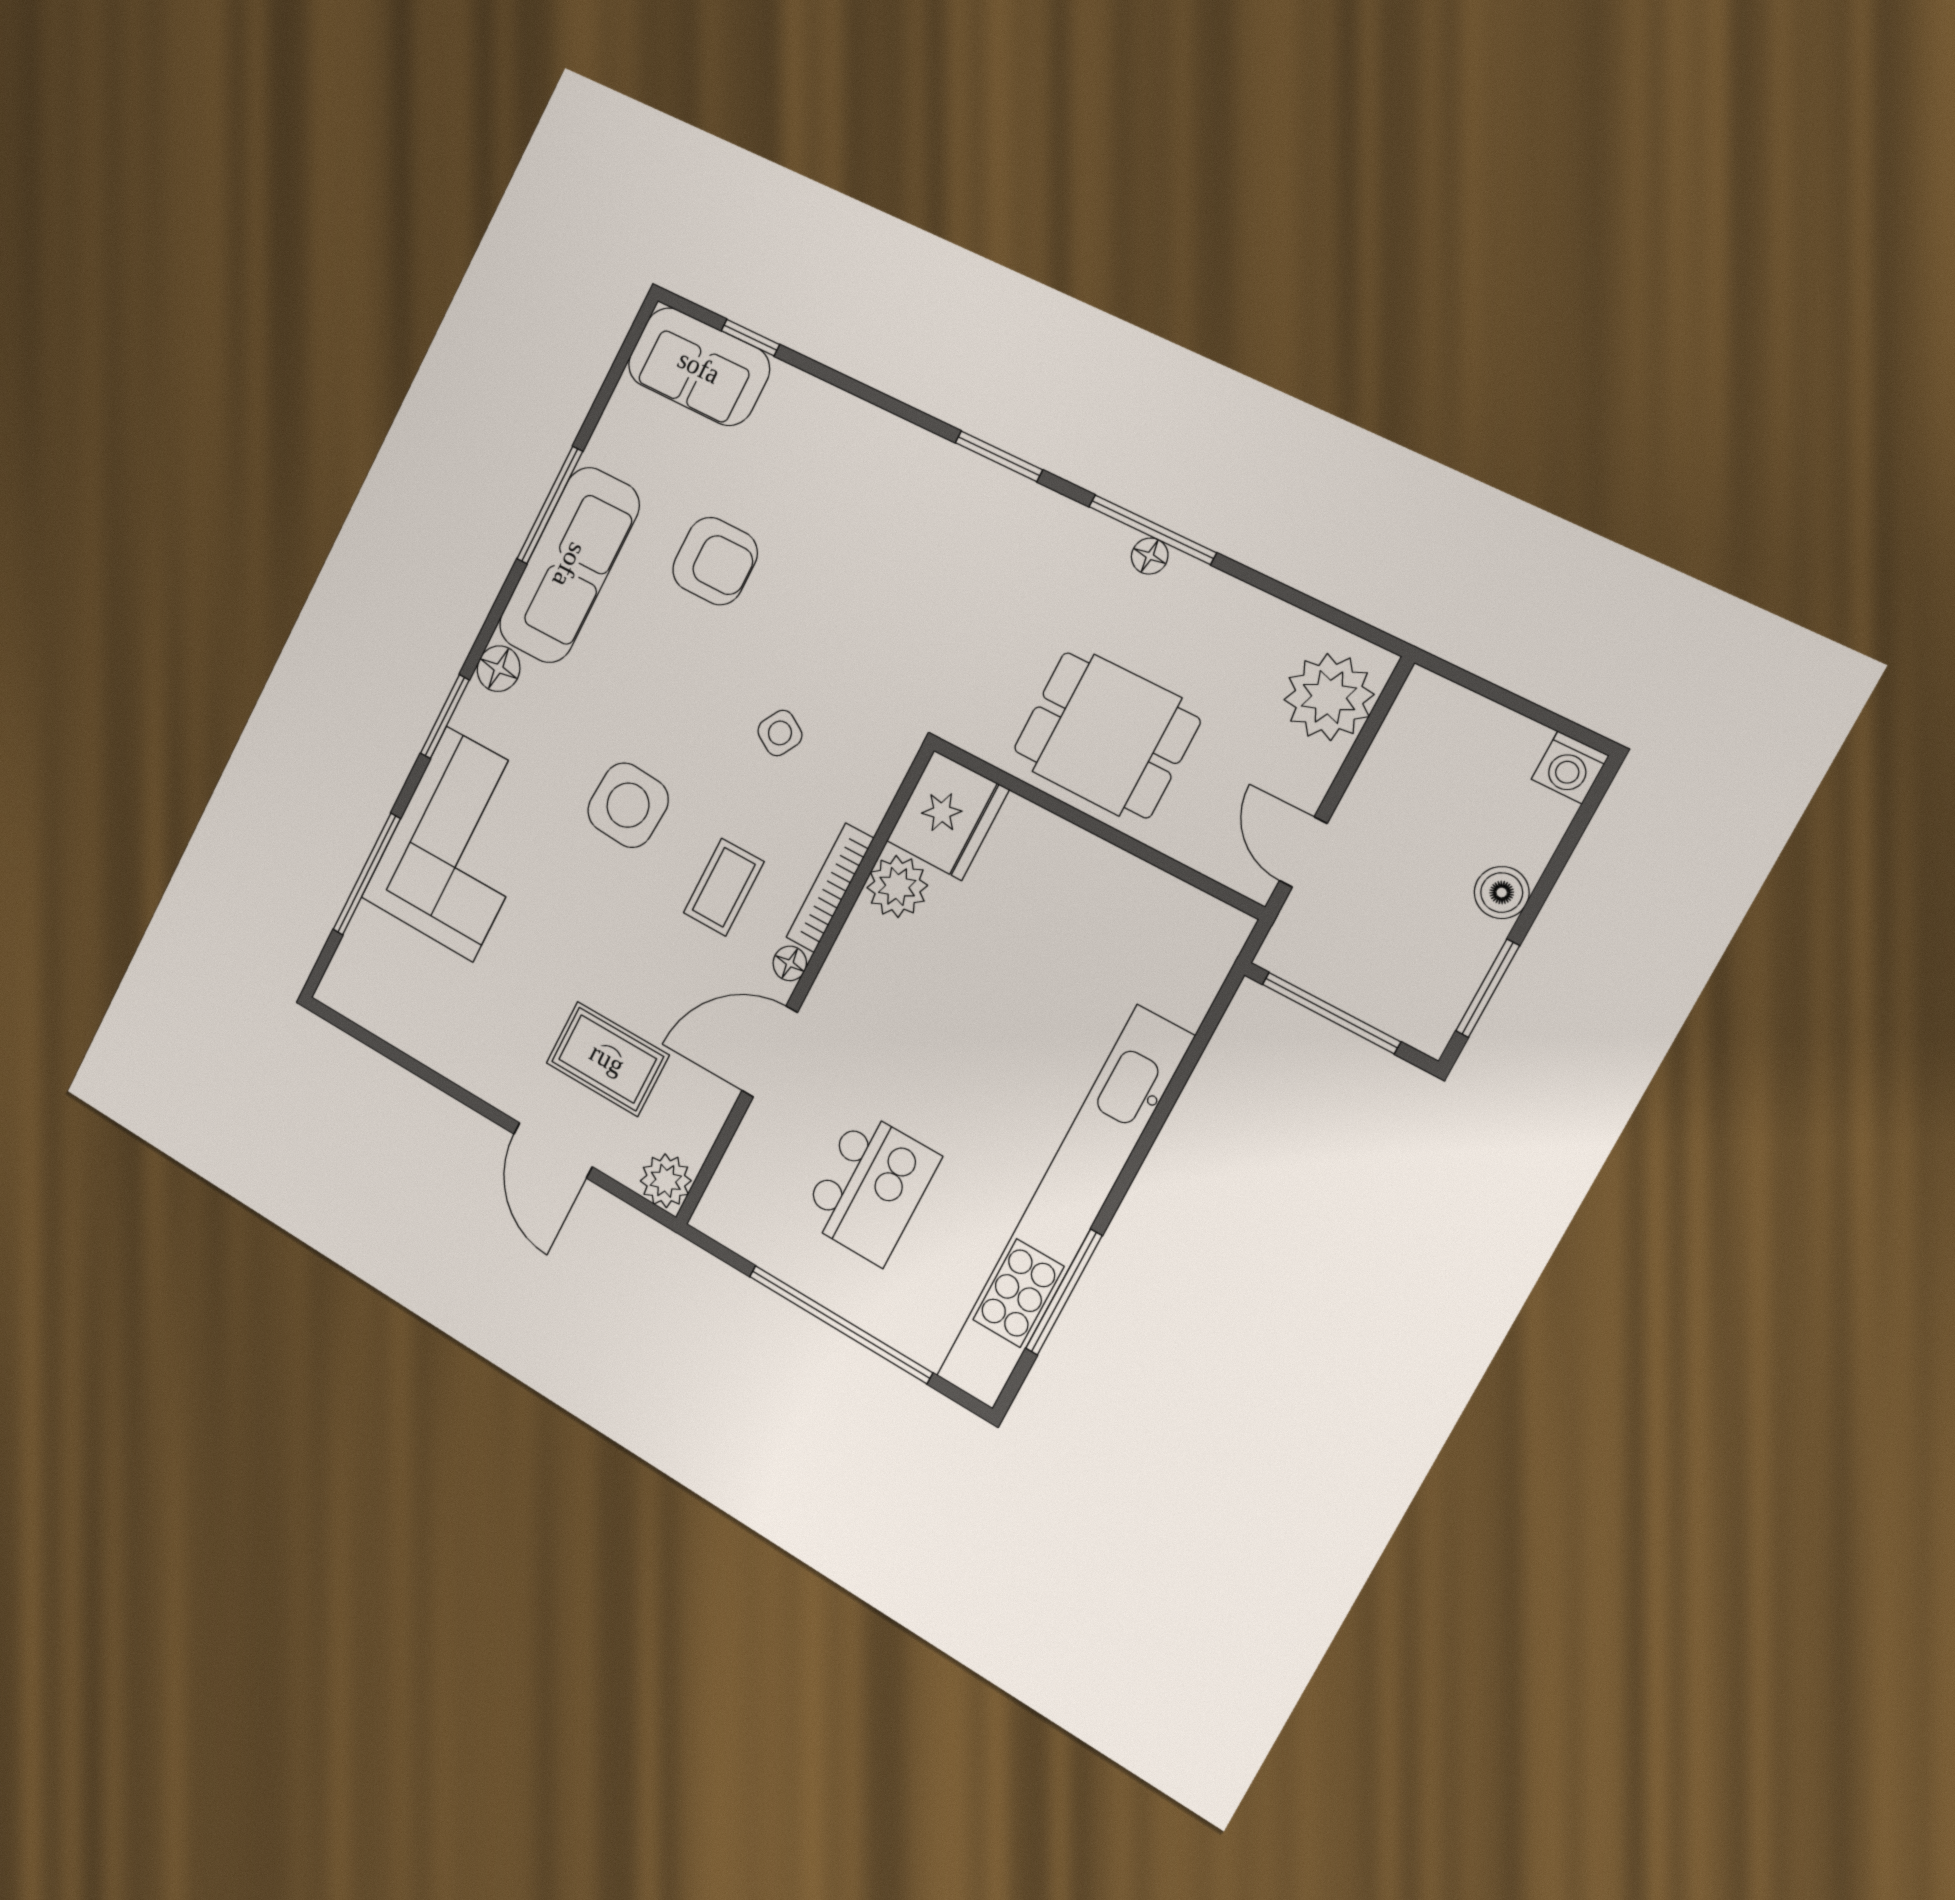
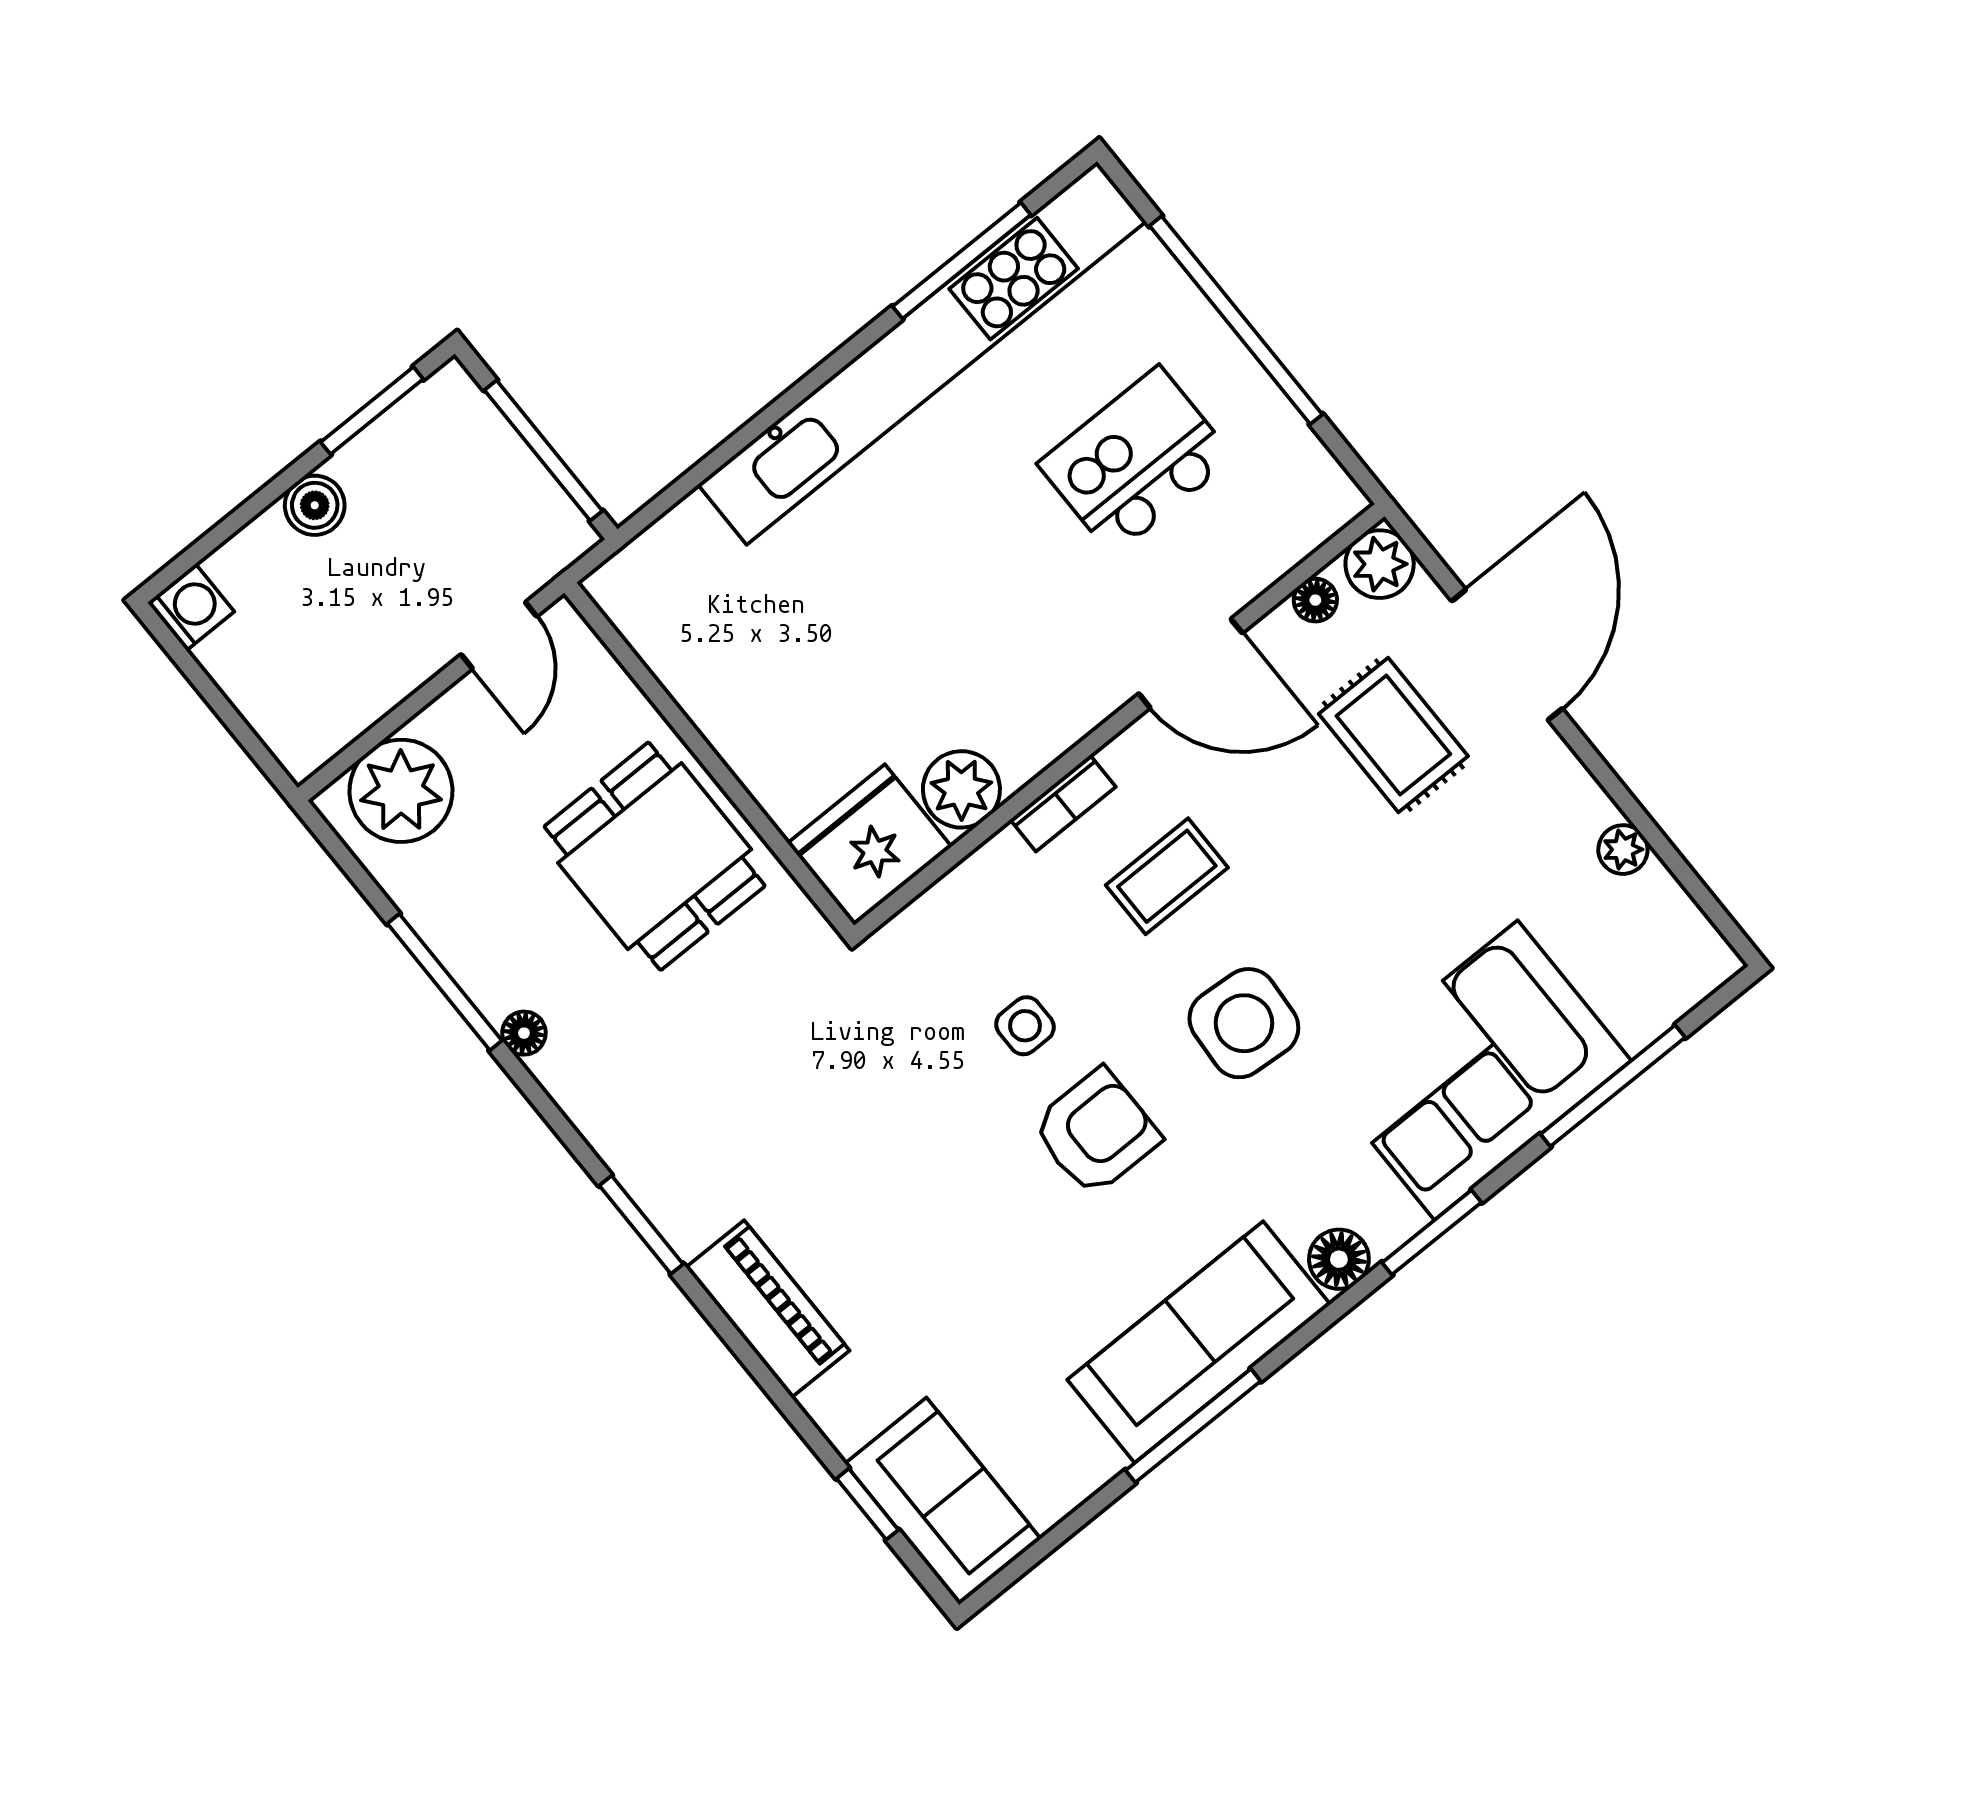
piano: (880, 441) -> (768, 1309), added
window: (1152, 530) -> (445, 982), moved
armchair: (715, 561) -> (1096, 1132), moved, turned 90
side table: (780, 733) -> (1025, 1026), turned -31
bookcase: (830, 888) -> (1063, 803), width x0.64
floor lamp: (790, 963) -> (1315, 600), moved
plant: (423, 1043) -> (1623, 850), added
door: (553, 1150) -> (1507, 655), width x1.36

